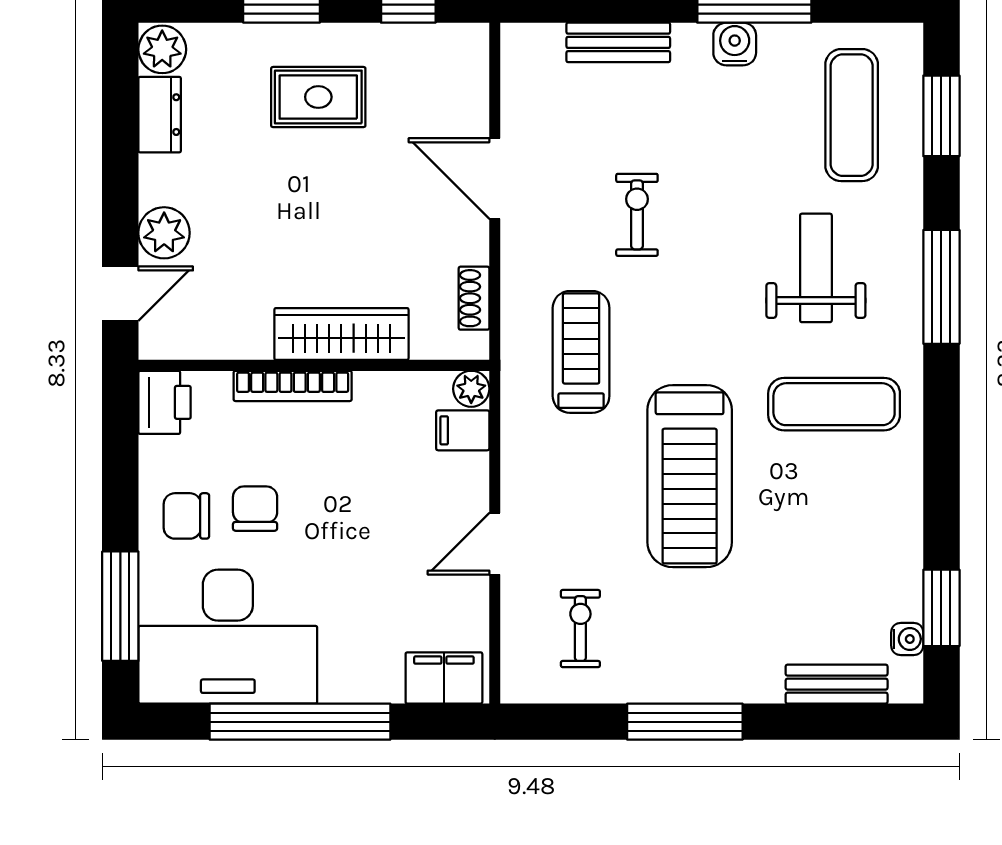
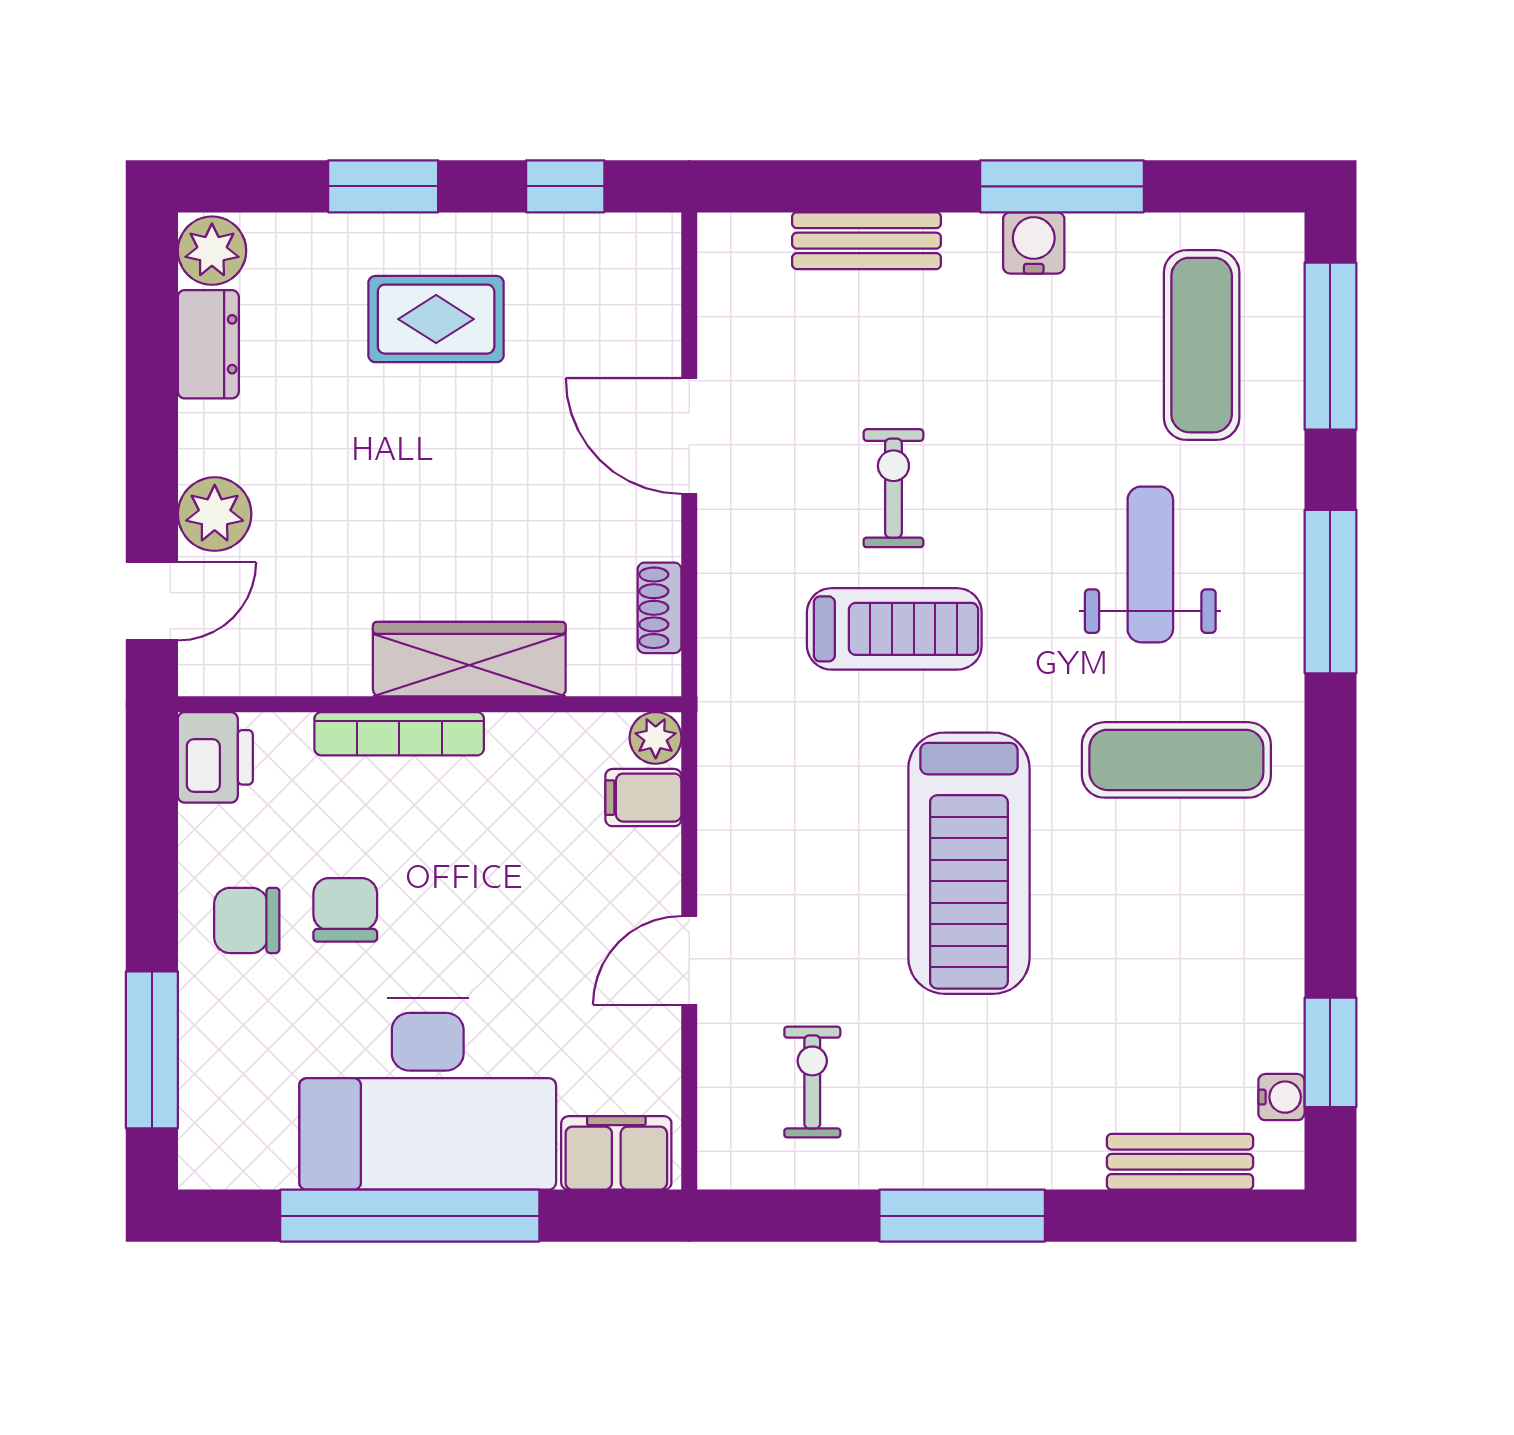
window: (941, 116) -> (1330, 346), width x1.44
treadmill: (581, 352) -> (894, 629), moved, turned 90
desk: (228, 637) -> (428, 1094), moved

